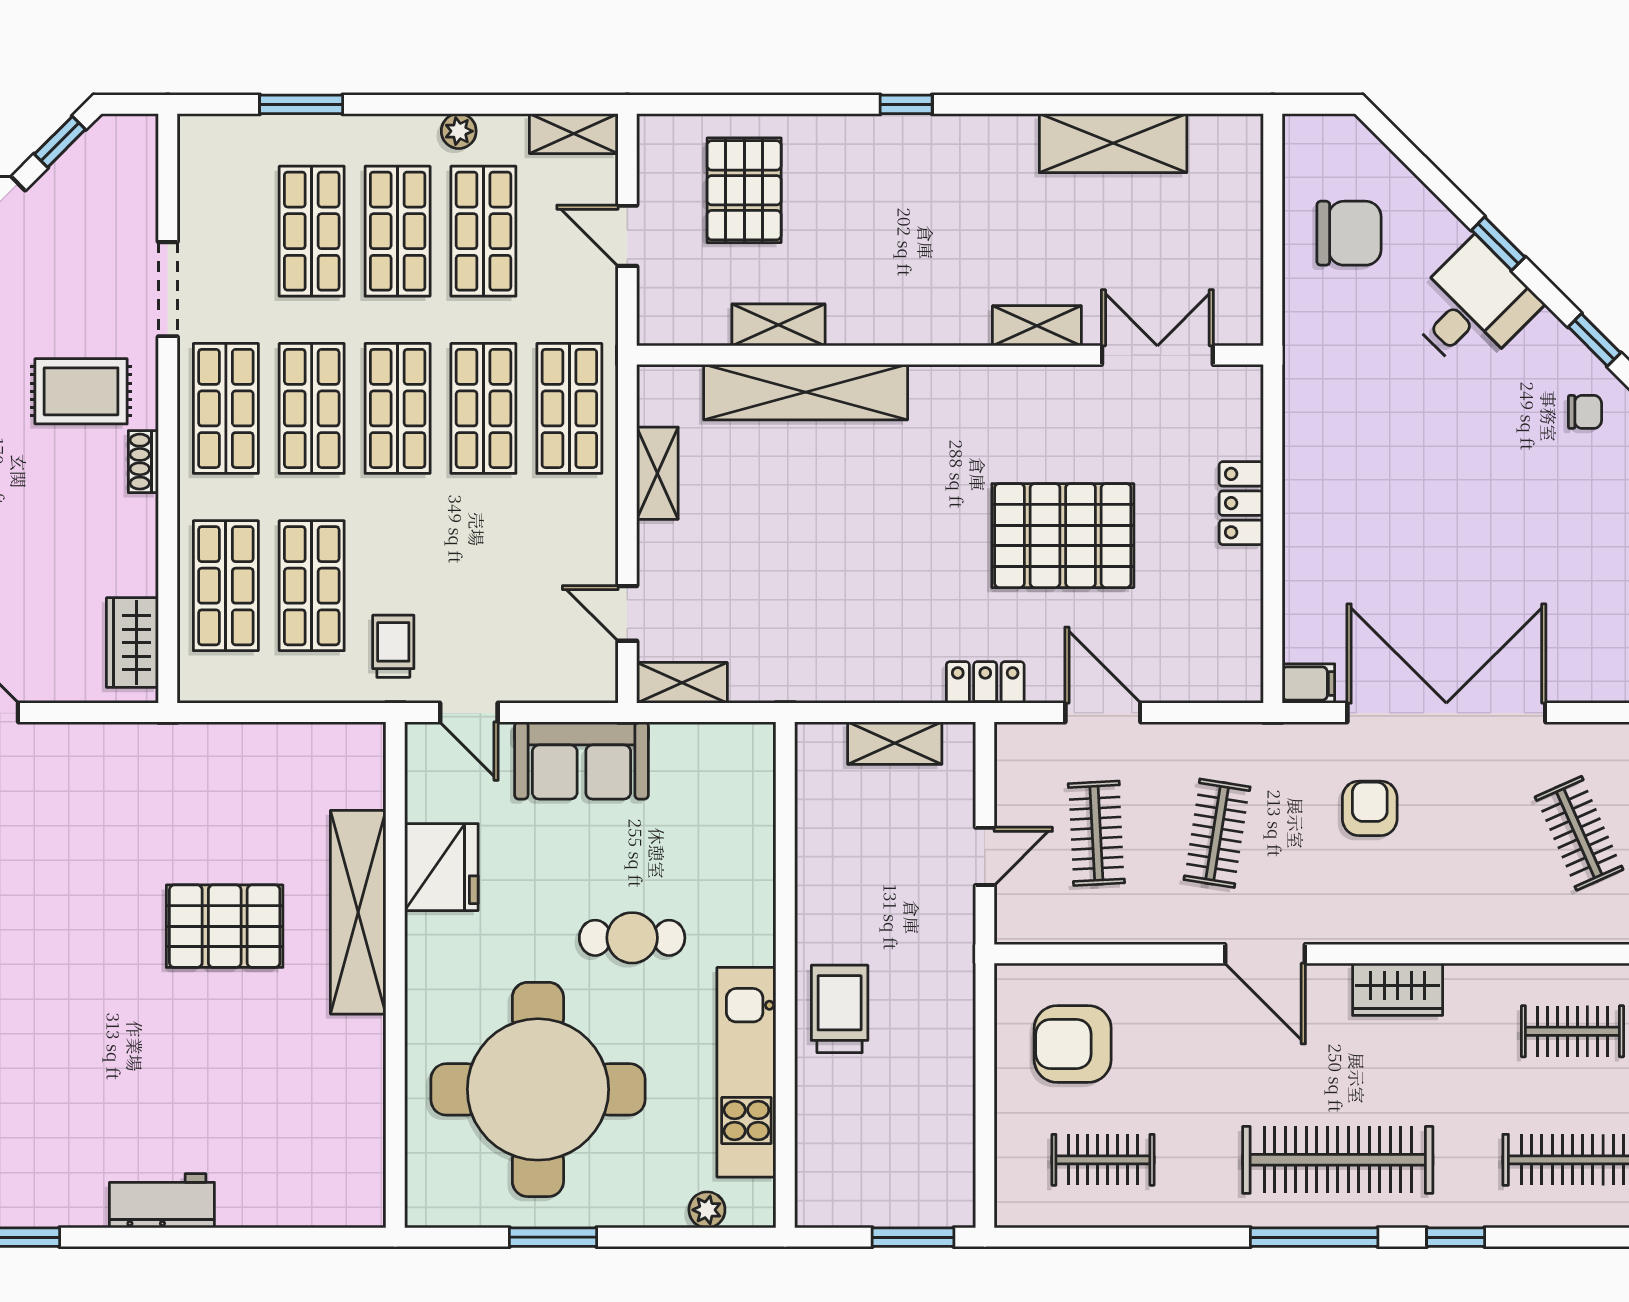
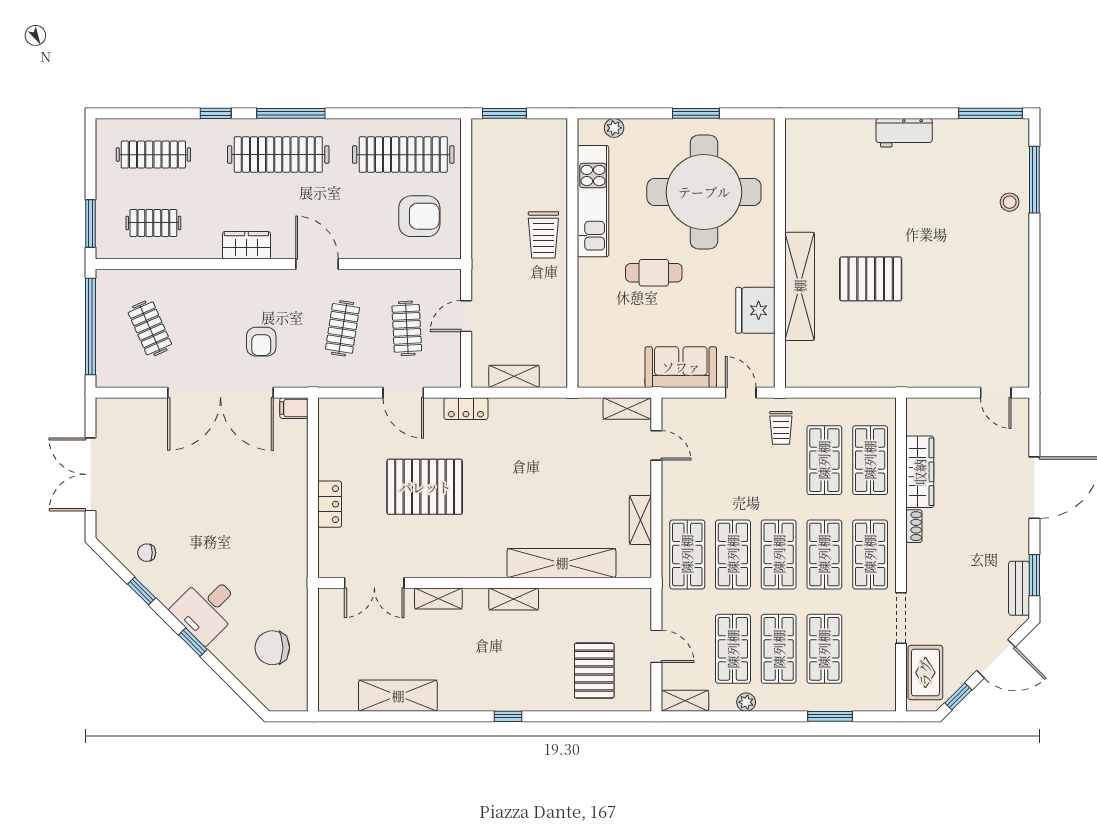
shelving: (778, 325) -> (514, 599), moved
rug: (81, 391) -> (925, 673), moved, turned 90
wardrobe: (132, 643) -> (920, 472), moved, width x1.50
clothes rail: (1103, 1160) -> (403, 155), width x1.86, depth x1.31

